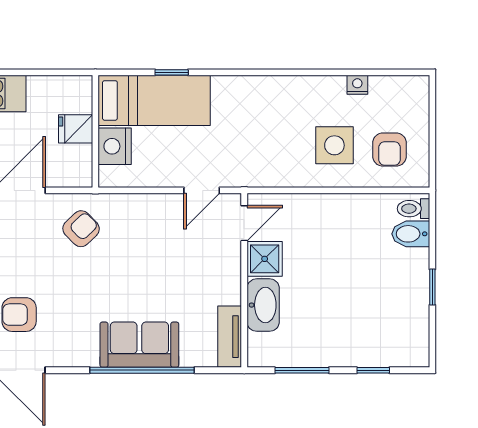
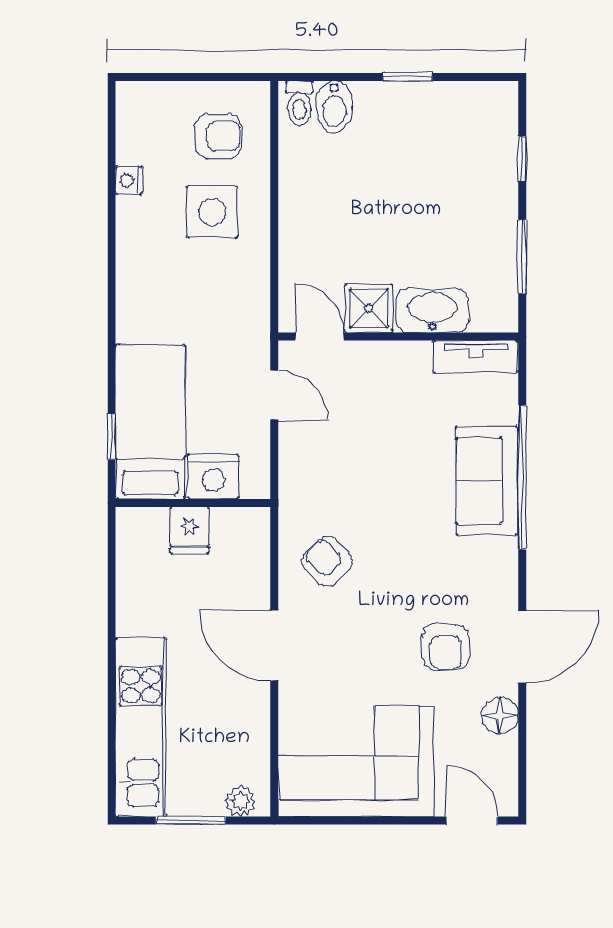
bed: (154, 100) -> (150, 422), moved
fridge: (76, 129) -> (189, 530), moved
wall: (95, 131) -> (193, 503), moved
nightstand: (115, 146) -> (213, 476), moved

